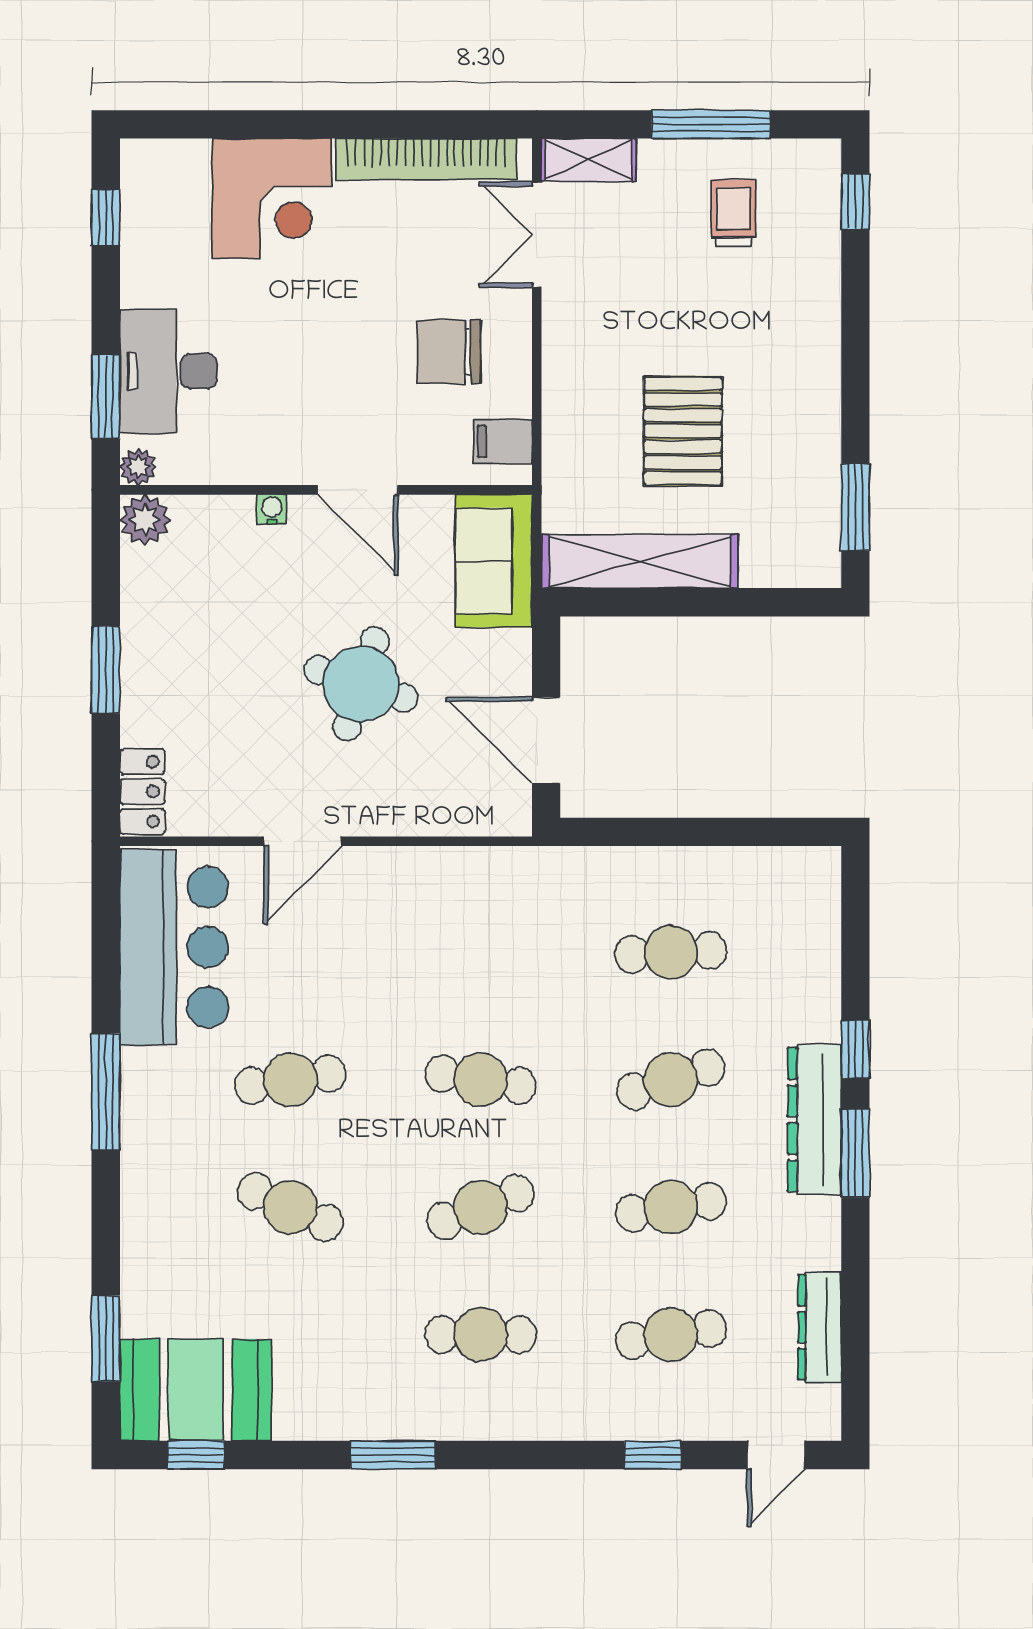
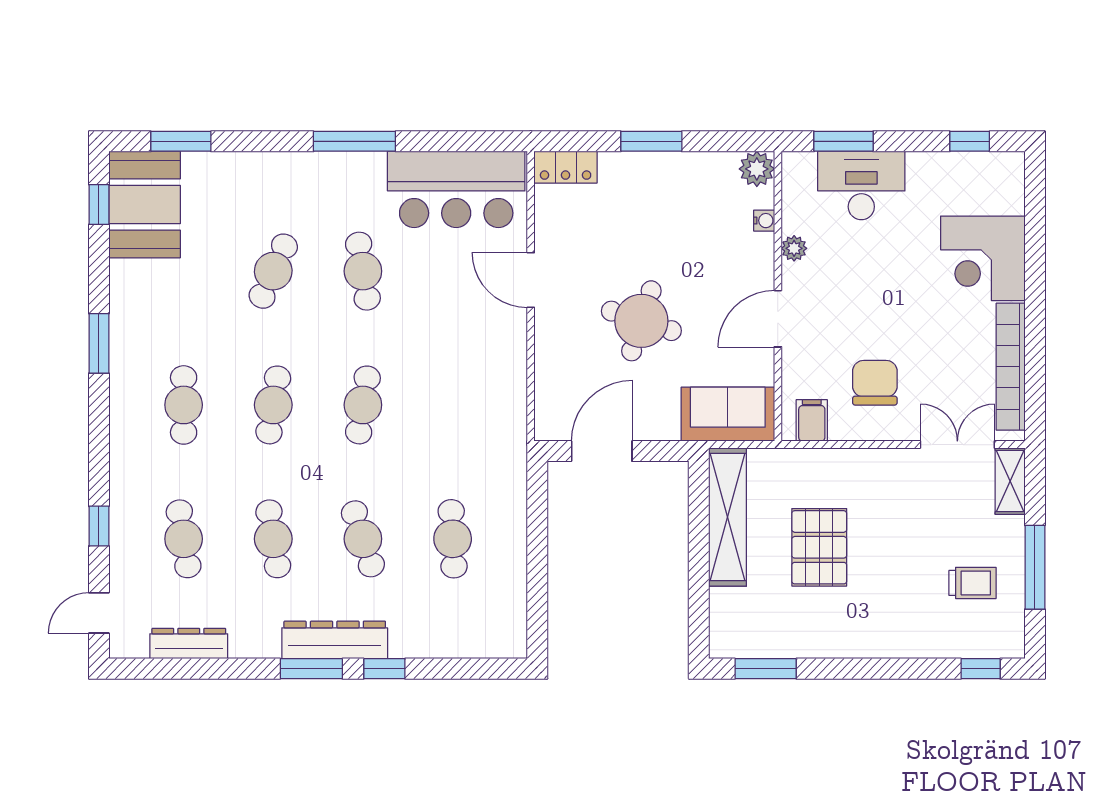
pallet: (683, 431) -> (819, 547), turned 90
plant: (138, 467) -> (794, 248), moved
water cooler: (272, 509) -> (764, 221), moved
cafe table: (481, 1207) -> (273, 405), turned 30
door: (776, 1455) -> (99, 613), hinge flipped

